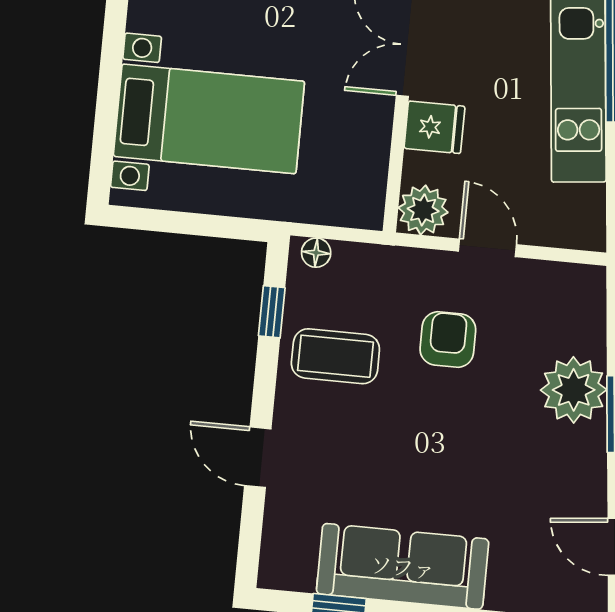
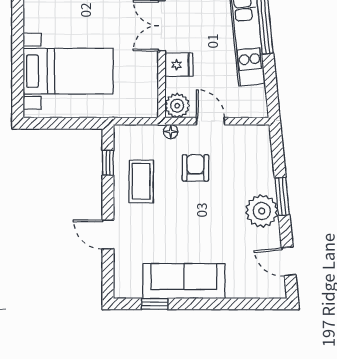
floor lamp: (316, 253) -> (171, 132), moved
coffee table: (335, 356) -> (141, 181), turned 90
plant: (574, 390) -> (262, 211), moved

